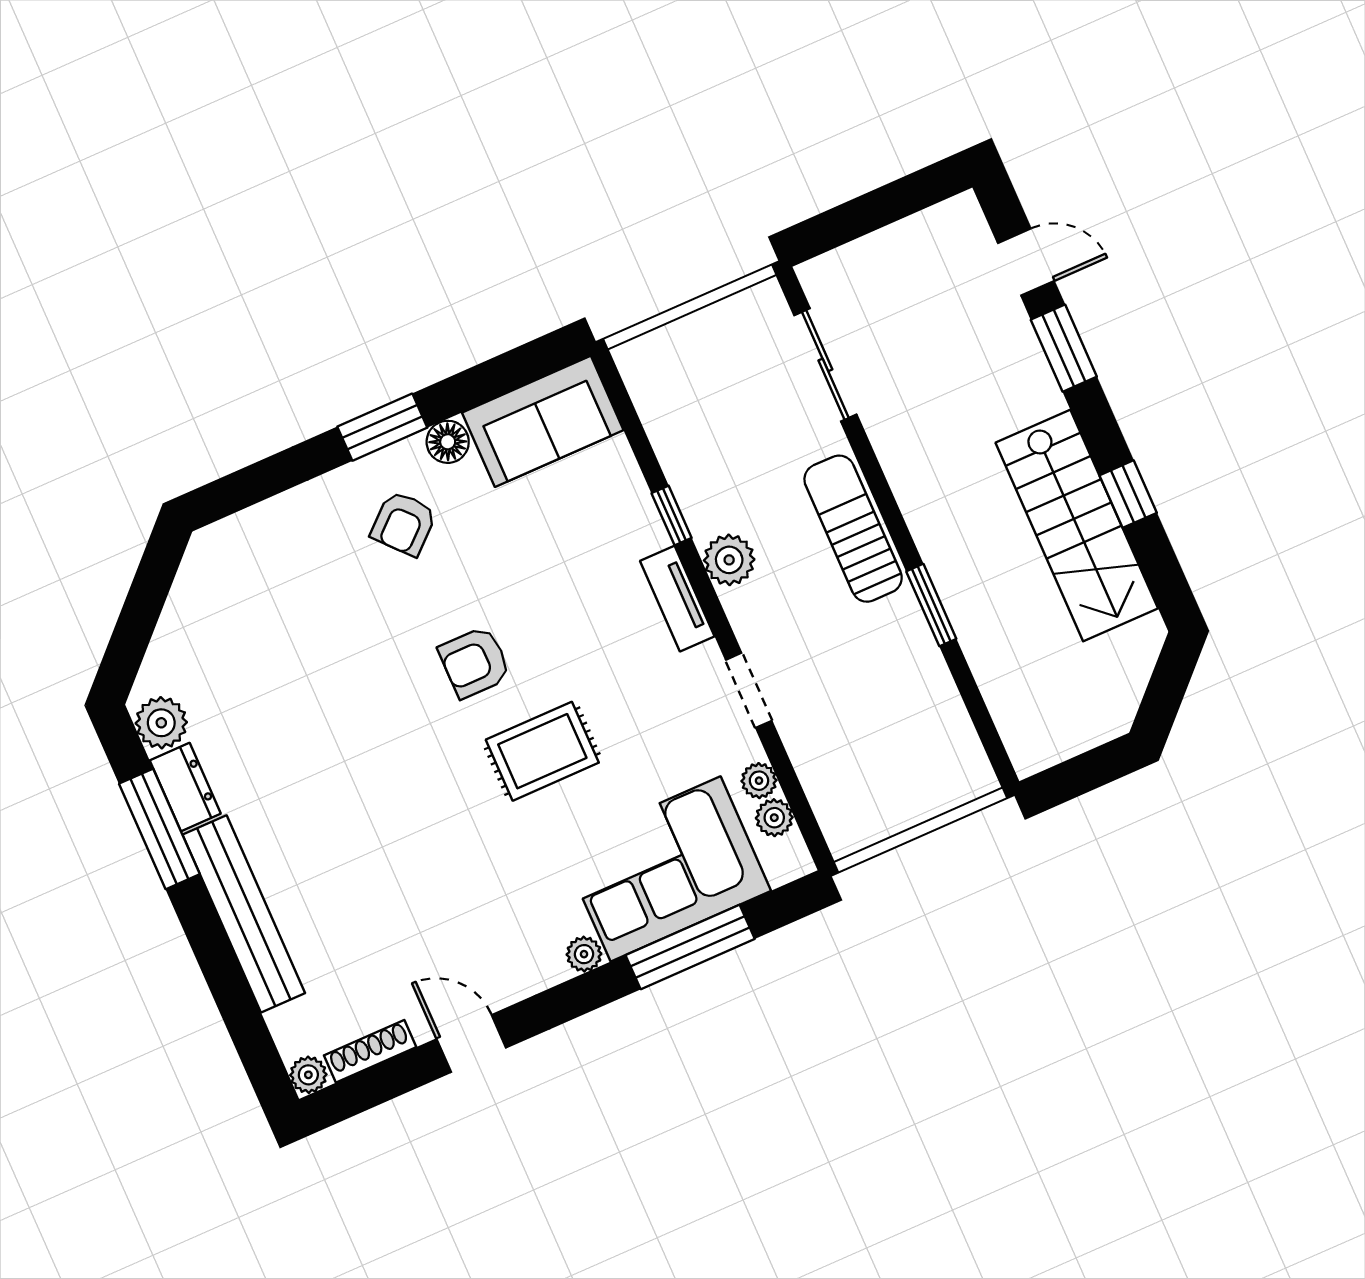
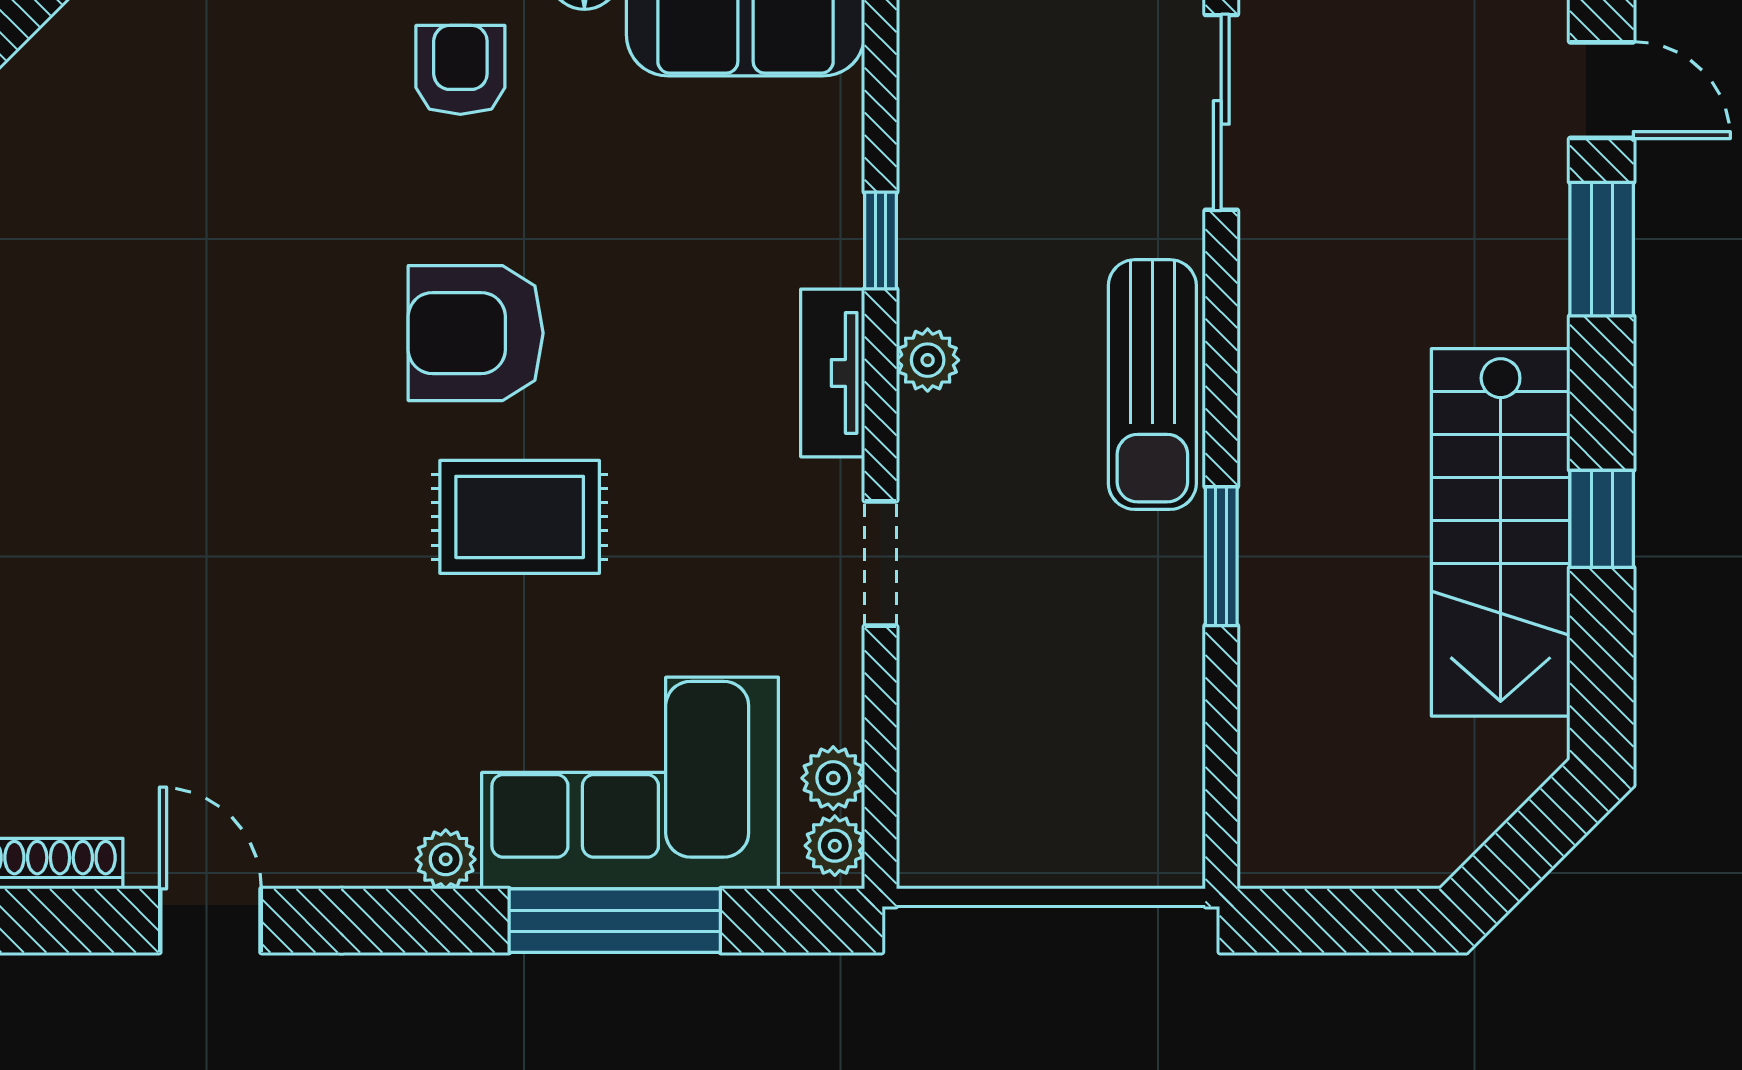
armchair: (404, 523) -> (460, 70), turned 132
sun lounger: (853, 529) -> (1152, 385), turned 180
plant: (729, 560) -> (928, 360), width x0.73, depth x0.73
armchair: (475, 662) -> (476, 333), width x1.38, depth x1.38
plant: (759, 781) -> (835, 846), moved

